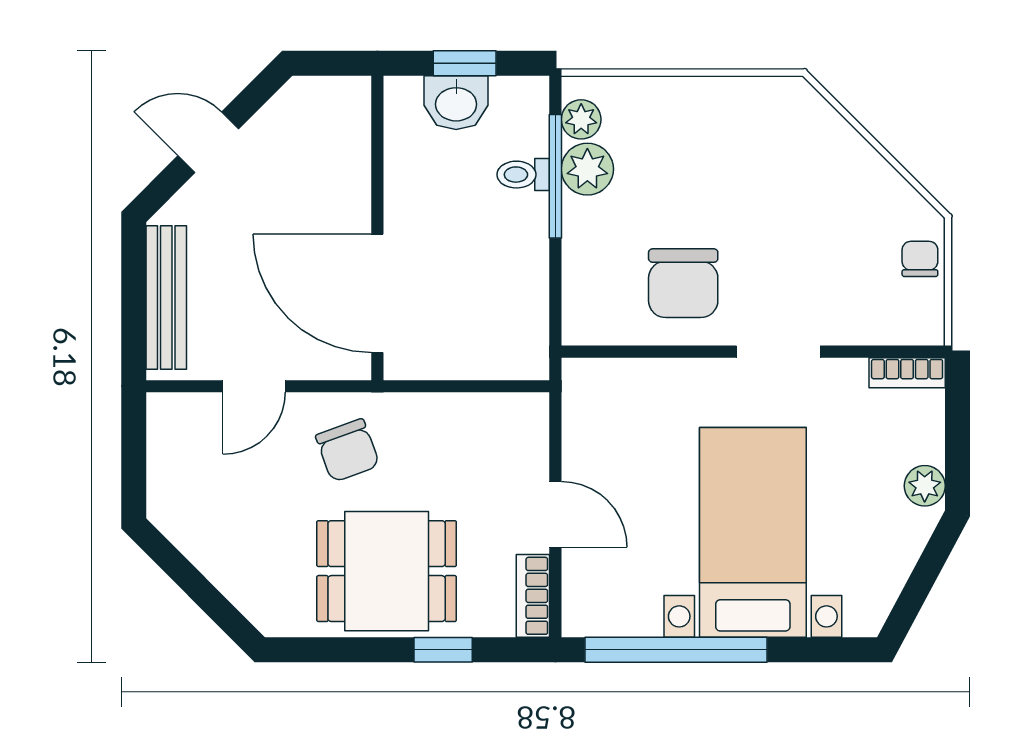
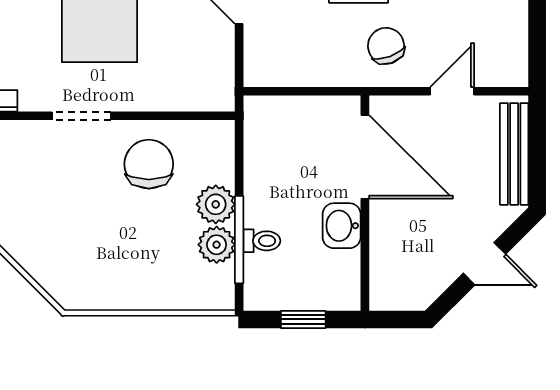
washbasin: (456, 103) -> (342, 226), moved, turned -90
plant: (581, 119) -> (216, 204), moved, width x1.38, depth x1.38

